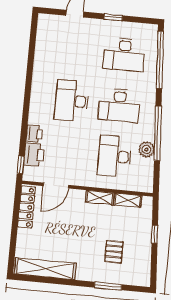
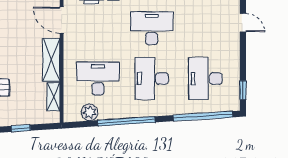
window: (113, 17) -> (243, 90), moved
plant: (146, 149) -> (90, 112), moved
shelving: (100, 198) -> (51, 60), width x1.50, depth x1.33

